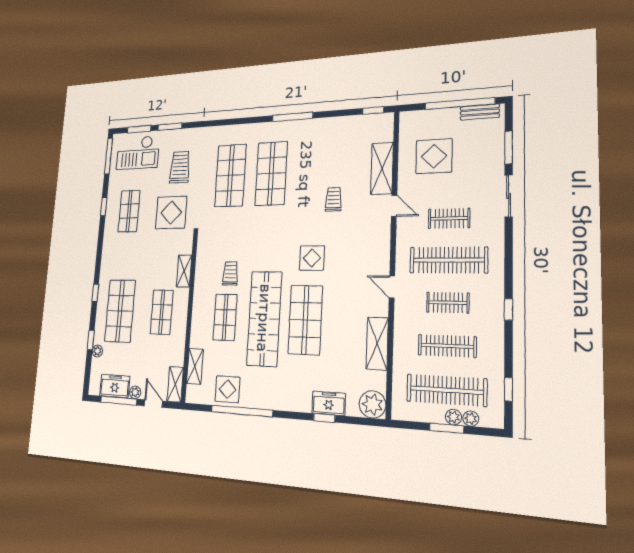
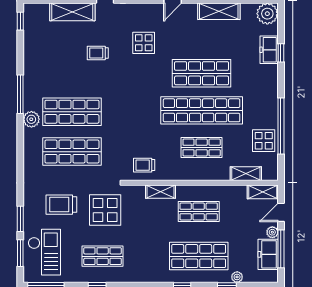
plant: (266, 131) -> (31, 119), added
display table: (312, 258) -> (144, 43), moved
trolley: (230, 273) -> (144, 165), moved

